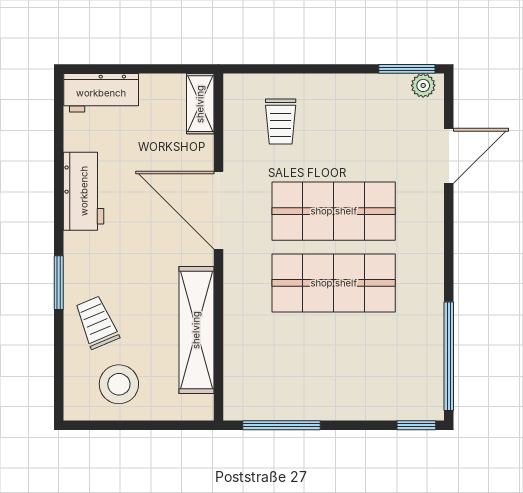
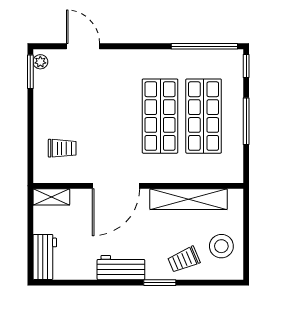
workbench: (84, 191) -> (121, 268), moved
shop shelf: (334, 211) -> (204, 116), moved
window: (282, 425) -> (246, 121), moved

